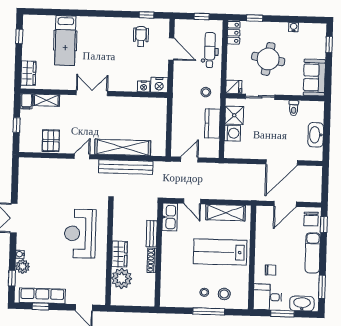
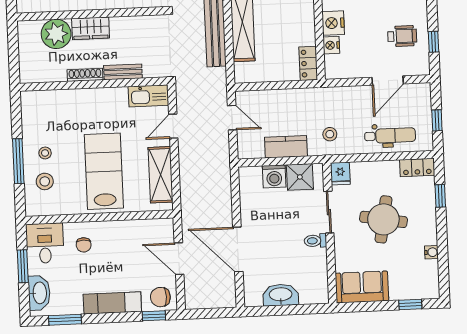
nightstand: (159, 85) -> (333, 23), moved
locker: (155, 104) -> (308, 63), added
toilet: (294, 108) -> (315, 241), moved

